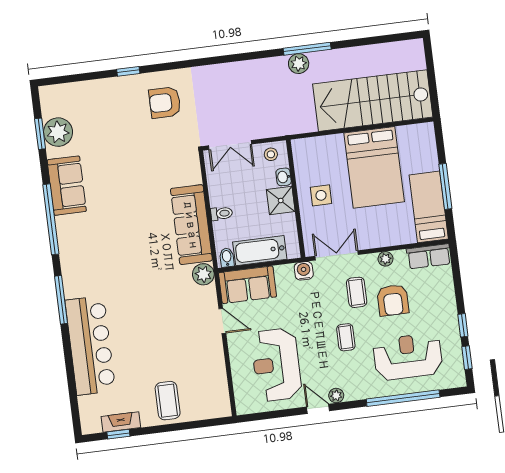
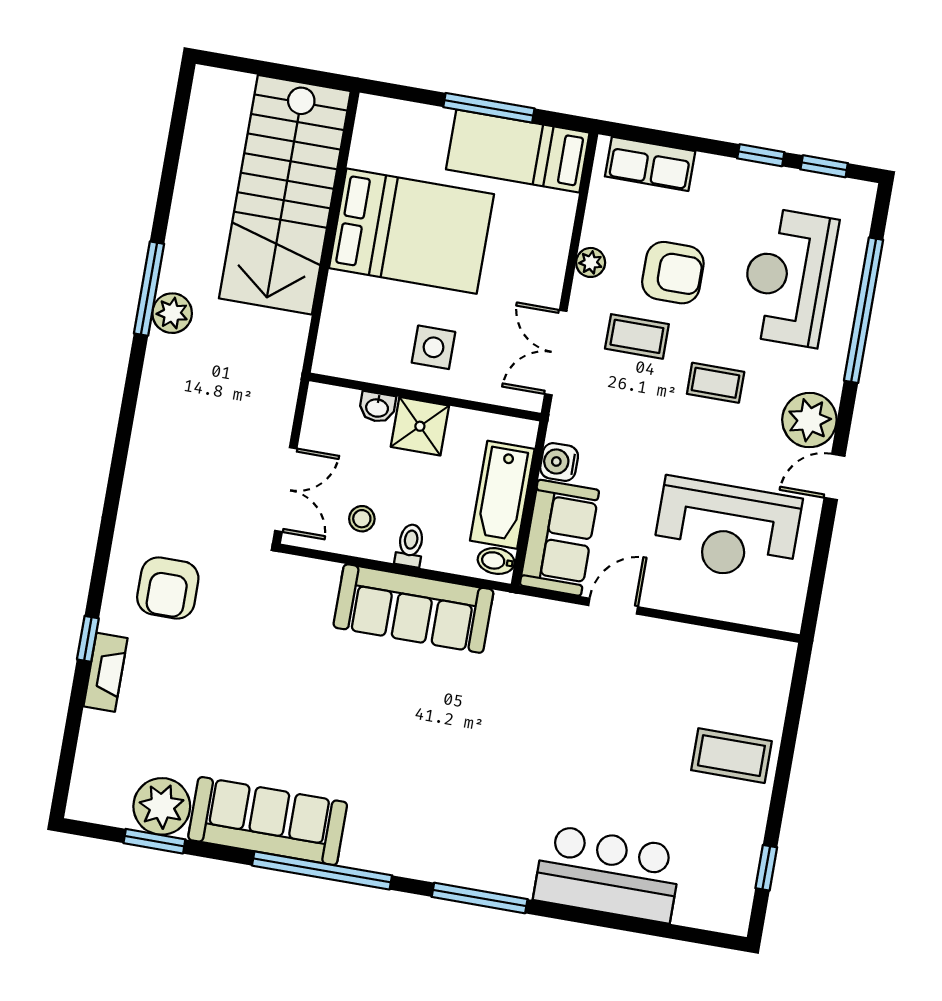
stool: (271, 154) -> (362, 519), moved
sofa: (67, 186) -> (268, 821), width x1.36
row of seats: (429, 256) -> (650, 164), moved, turned 90
water cooler: (304, 271) -> (559, 462), moved
plant: (203, 274) -> (514, 615), removed
bar counter: (90, 346) -> (608, 874), width x0.73
plant: (336, 396) -> (809, 420), width x1.88, depth x1.88
fireplace: (121, 422) -> (106, 672), moved, turned 180

